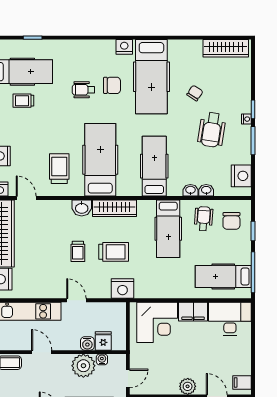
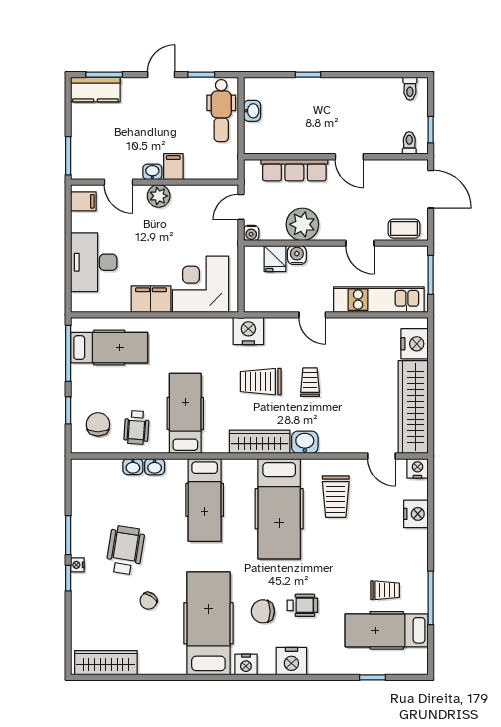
nightstand: (241, 176) -> (291, 661), moved, turned -90
desk: (230, 319) -> (94, 262), moved, turned 90
water cooler: (102, 359) -> (251, 233), moved

